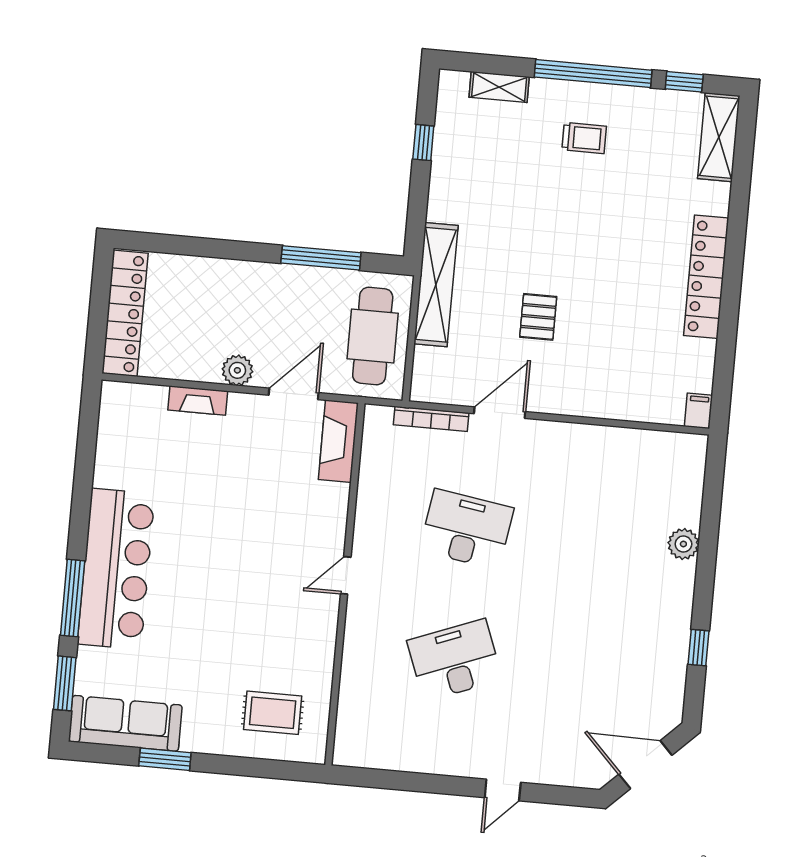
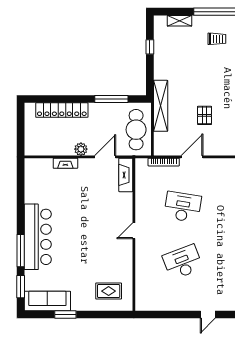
locker: (125, 313) -> (62, 110), moved, turned 90

